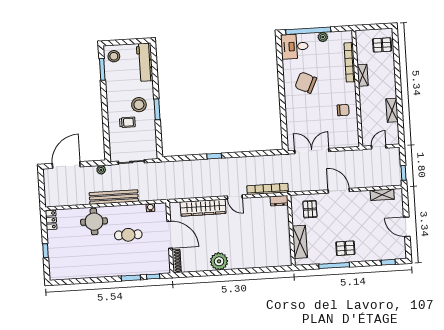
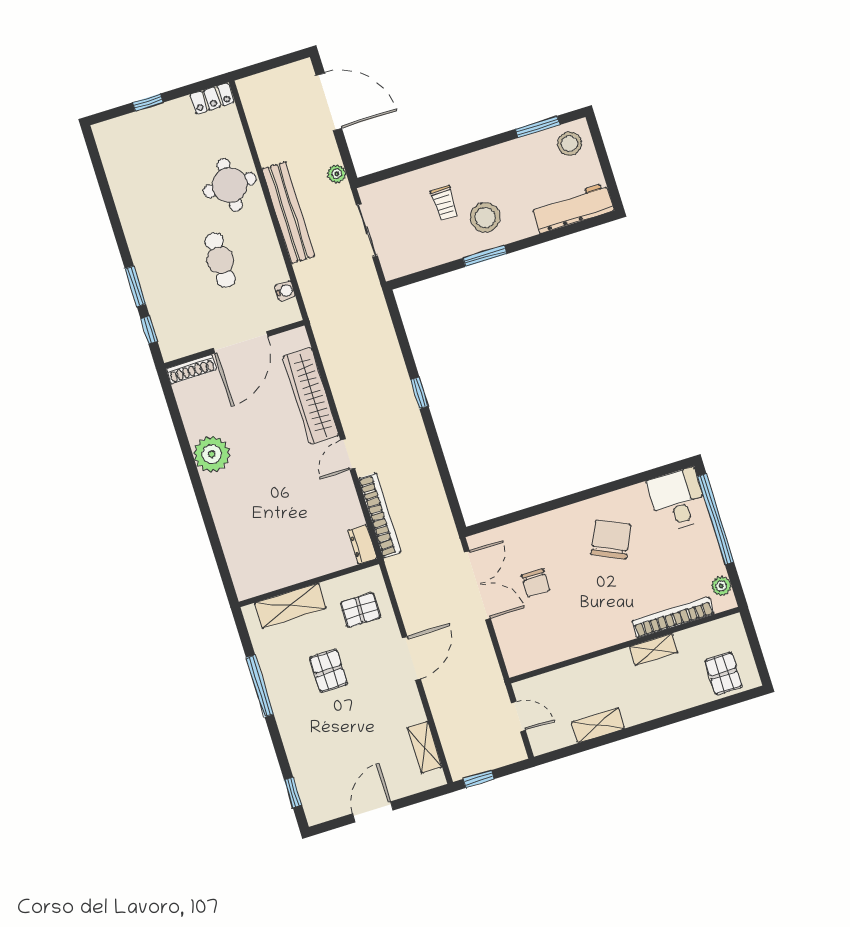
plant: (323, 37) -> (721, 586), moved
chair: (343, 110) -> (536, 583), moved
pallet: (345, 248) -> (328, 671), moved

